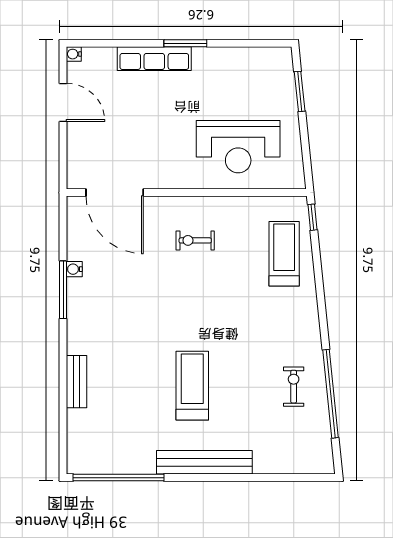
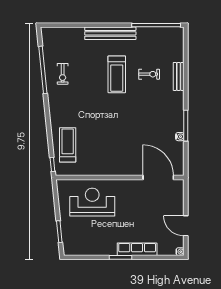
exercise bike: (195, 240) -> (149, 74), moved
treadmill: (284, 254) -> (68, 145), turned 180

